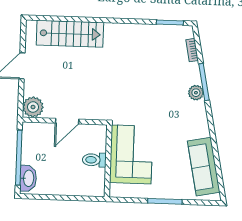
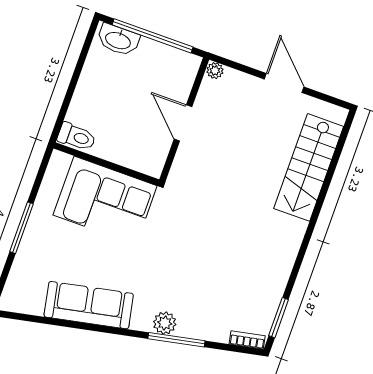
bookcase: (192, 50) -> (247, 340), moved
plant: (33, 107) -> (215, 71), width x0.53, depth x0.53
toilet: (94, 160) -> (76, 137), moved, turned 90
sofa: (204, 167) -> (89, 305), moved

